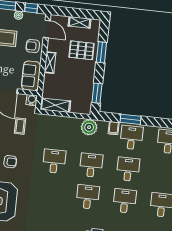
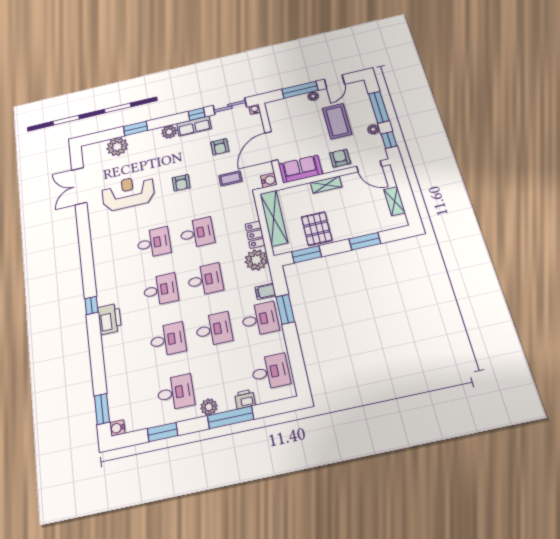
door: (47, 29) -> (369, 166), hinge flipped
pallet: (82, 50) -> (317, 229), moved
shelving: (55, 105) -> (274, 218), width x1.47
locker: (70, 122) -> (255, 235), added
desk: (51, 193) -> (154, 243), added

